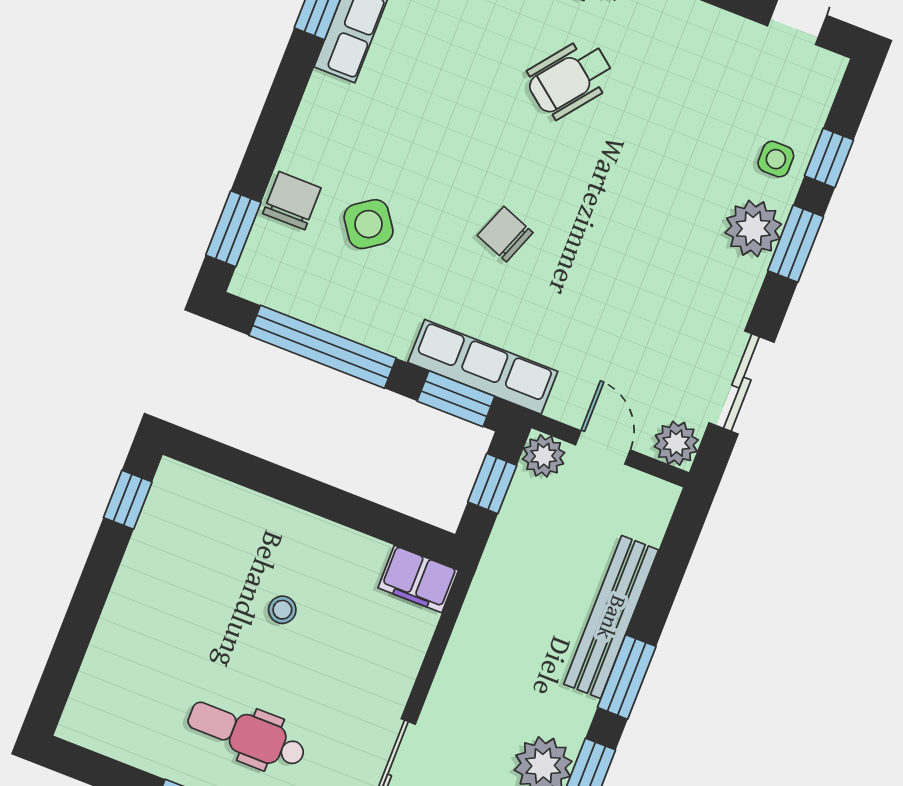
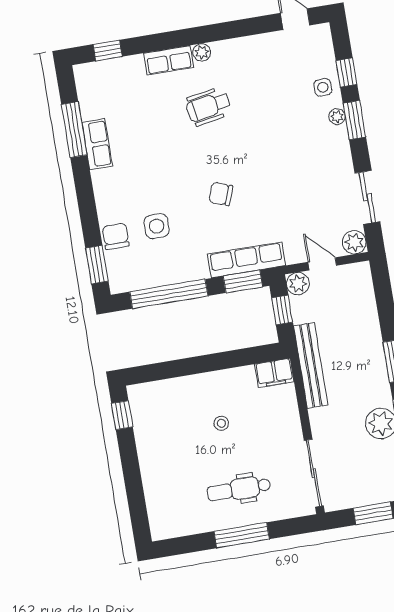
wheelchair: (570, 79) -> (208, 106), turned 42
side table: (369, 224) -> (157, 226), turned 35
plant: (753, 228) -> (337, 117), width x0.53, depth x0.53
bench: (611, 617) -> (311, 365), moved

